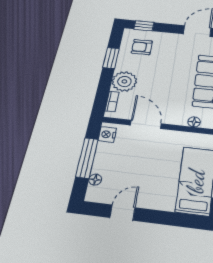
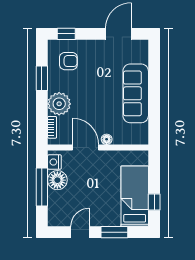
armchair: (142, 47) -> (68, 61), turned 180
floor lamp: (194, 122) -> (107, 139), moved
floor lamp: (95, 180) -> (57, 180), moved, width x1.89, depth x1.89
window: (166, 218) -> (114, 232), added

